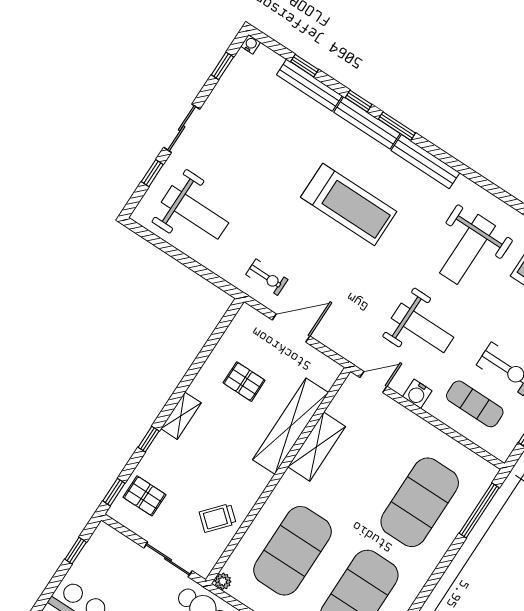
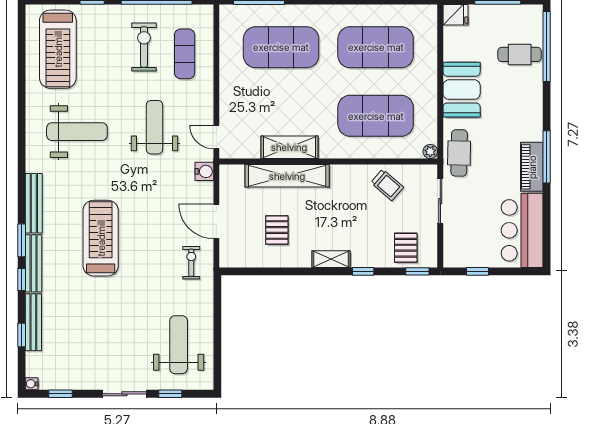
water cooler: (417, 394) -> (204, 171), moved

